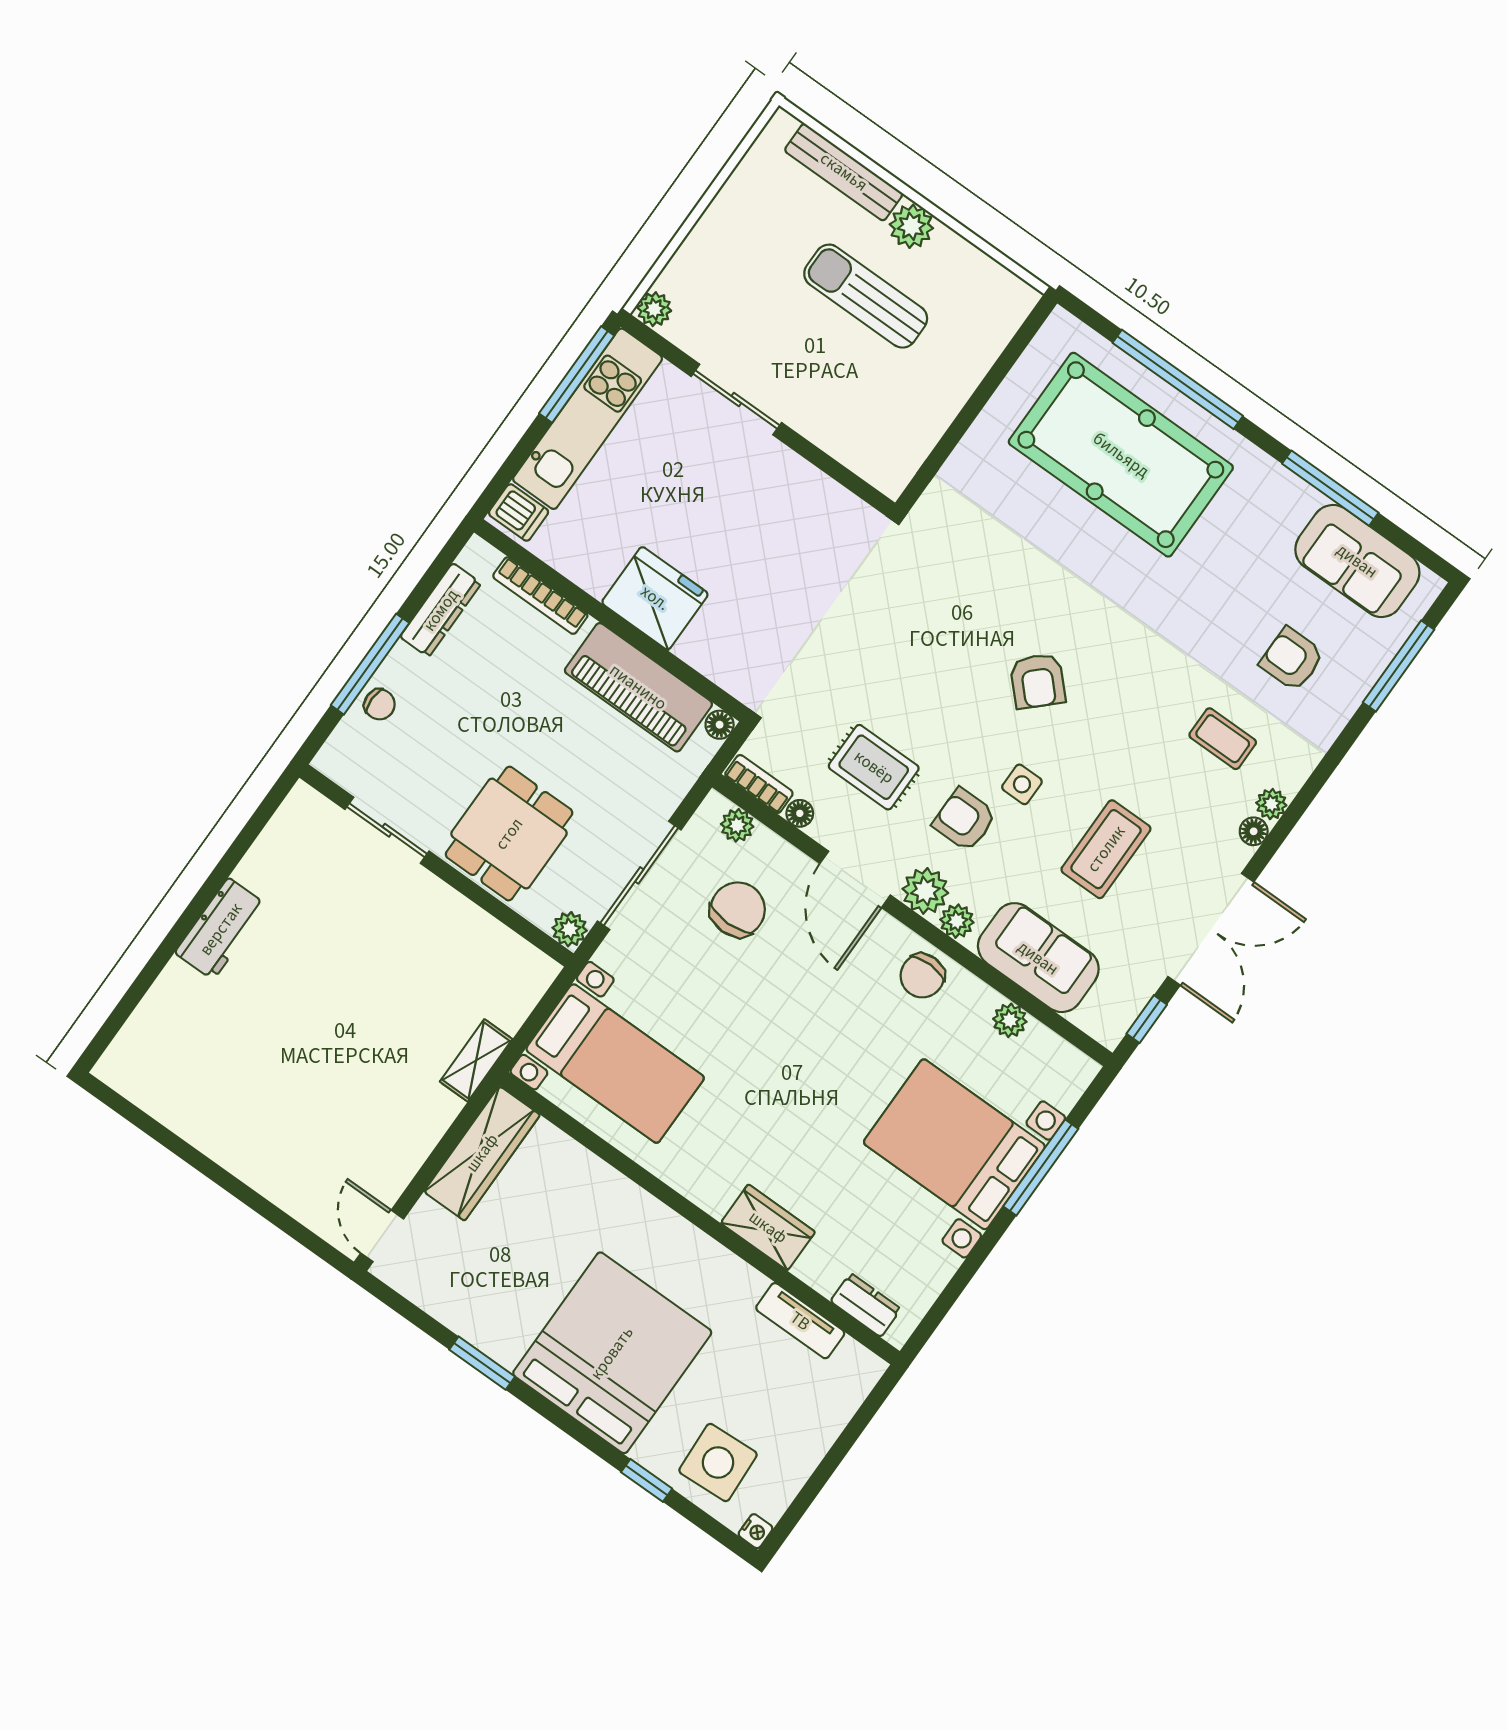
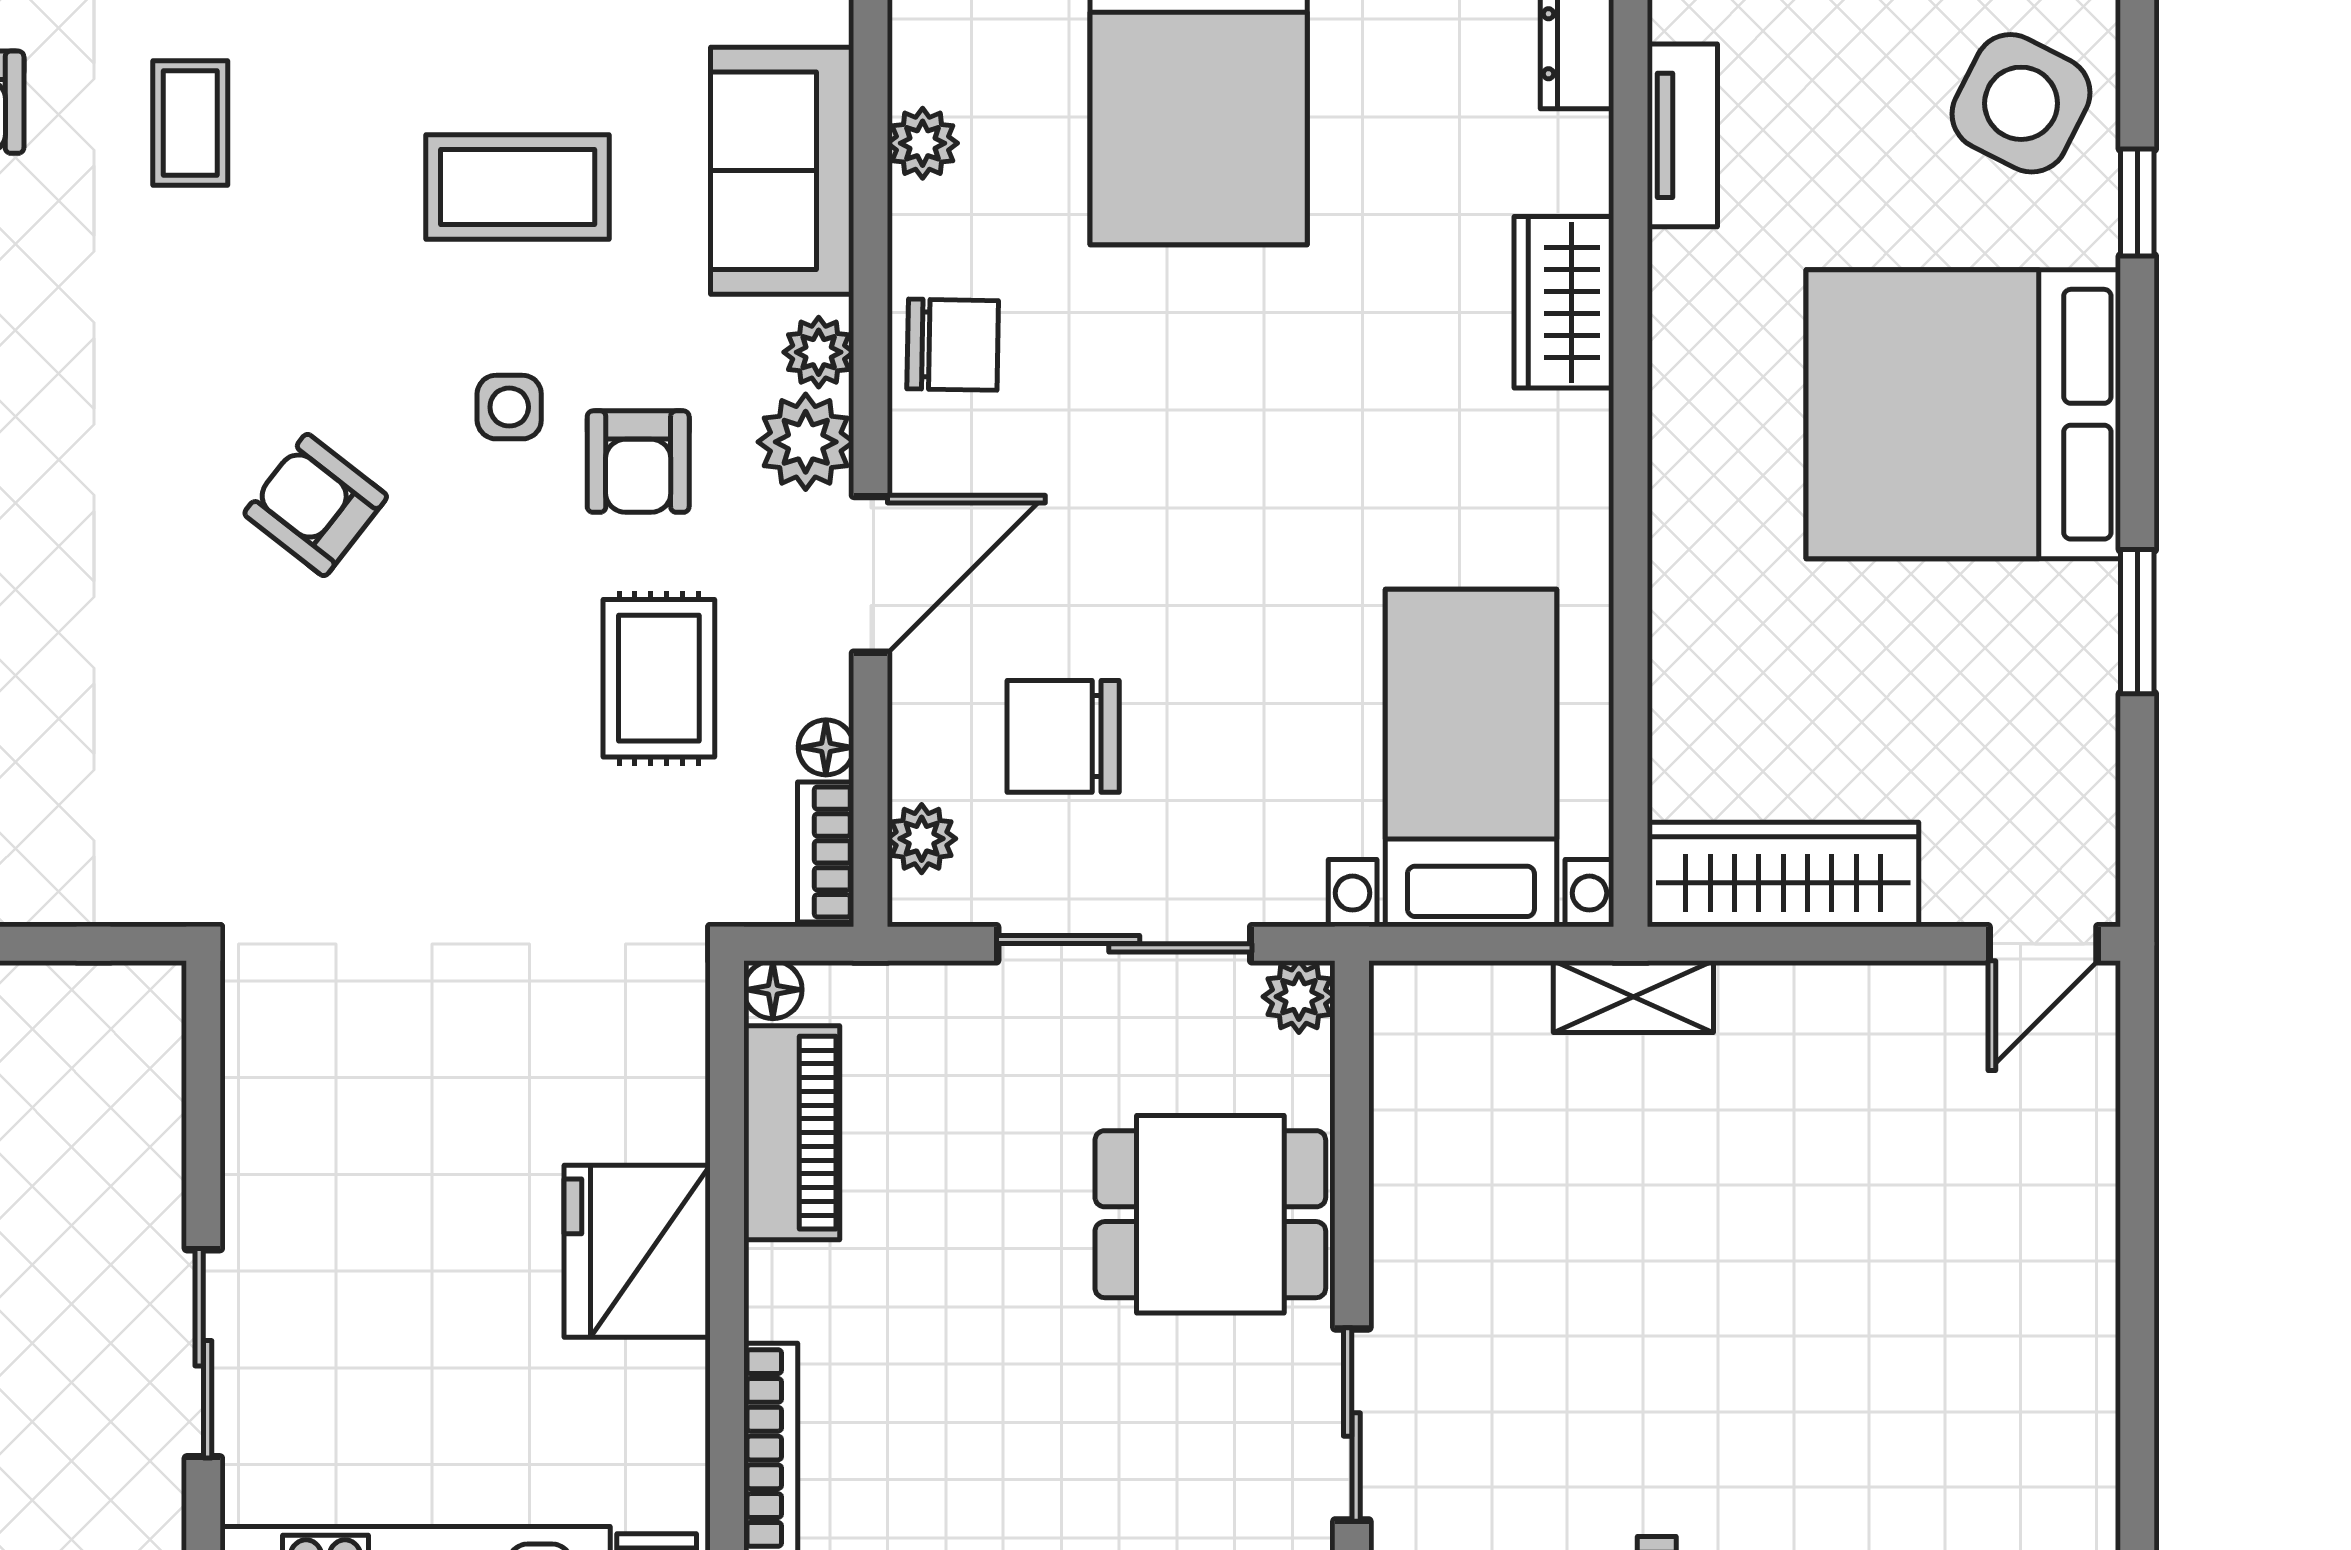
armchair: (1038, 681) -> (316, 505), turned -98
piano: (638, 687) -> (792, 1133), width x0.73, depth x0.75
side table: (718, 1463) -> (2021, 103), turned 30

